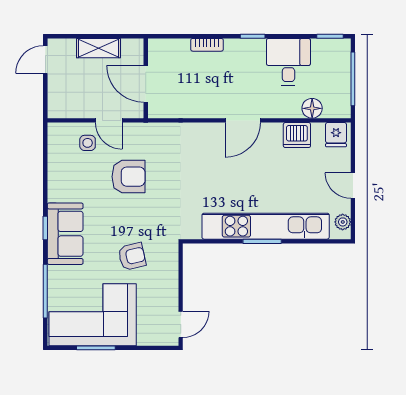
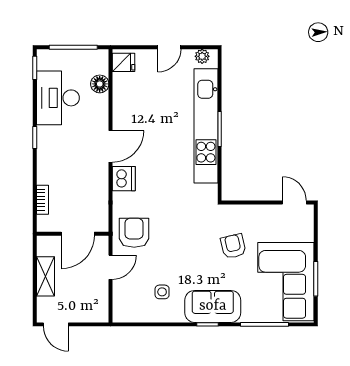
bookcase: (207, 45) -> (43, 200), moved
desk: (288, 62) -> (58, 98), width x1.37
door: (243, 120) -> (111, 146), hinge flipped
dishwasher: (297, 135) -> (124, 179), moved
side table: (88, 143) -> (162, 292), moved
armchair: (128, 177) -> (134, 233), moved

